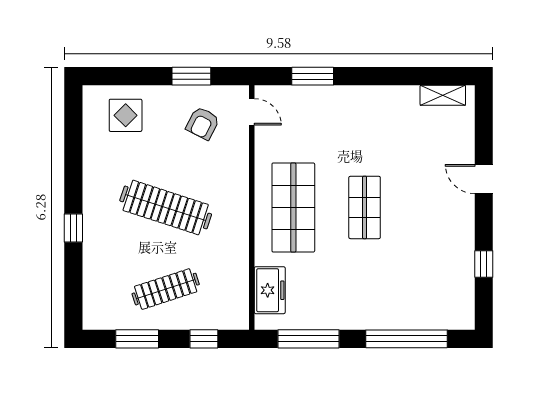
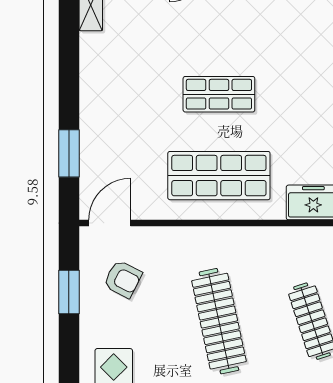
door: (252, 112) -> (110, 223), width x1.38
clothes rail: (166, 207) -> (219, 321), turned -30

